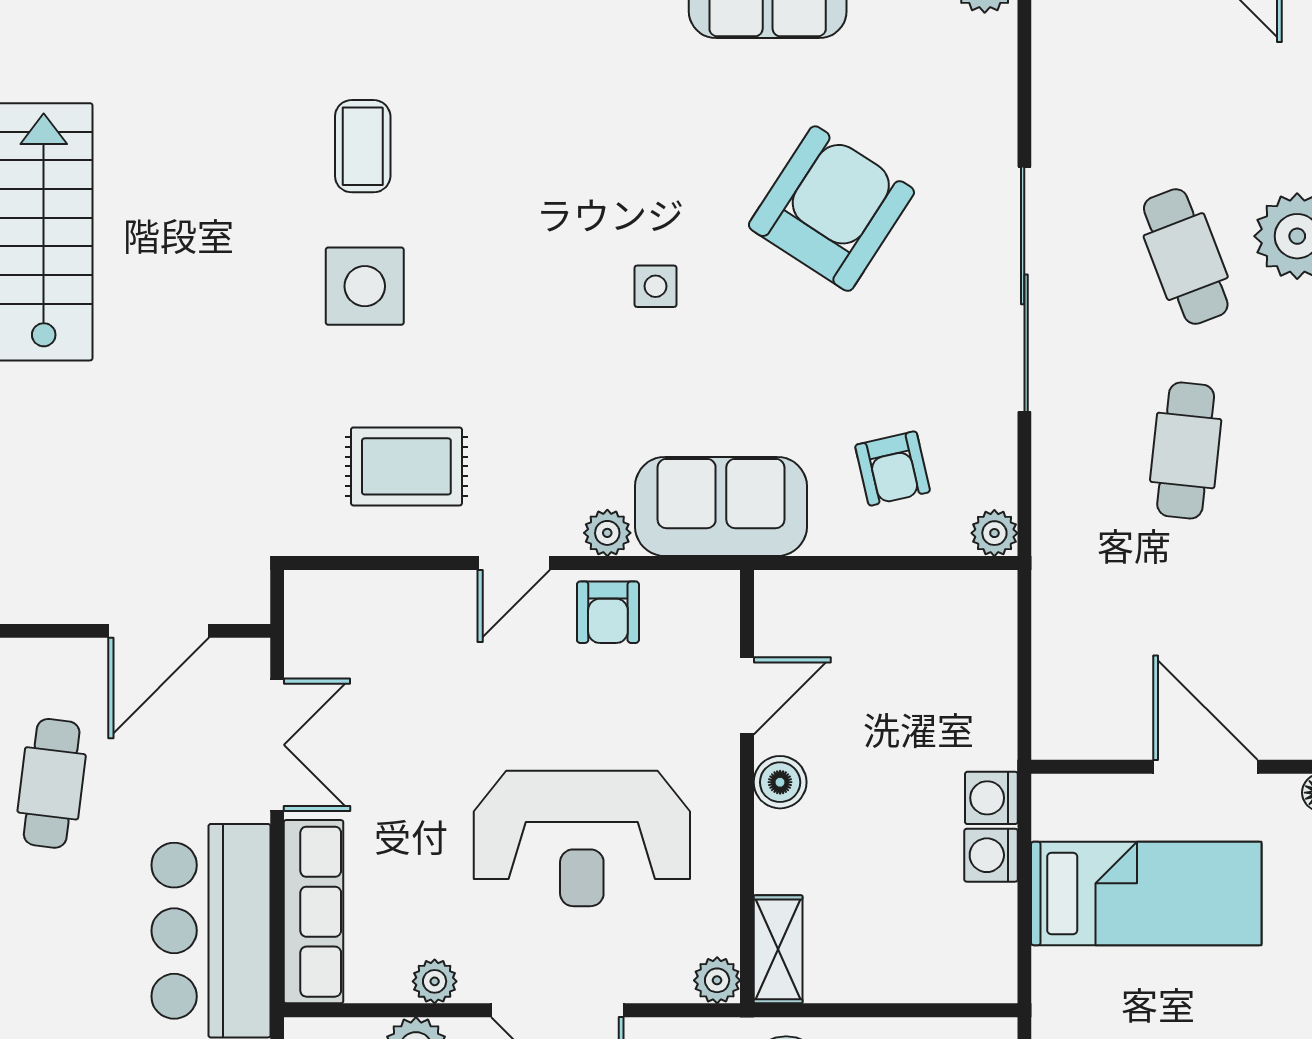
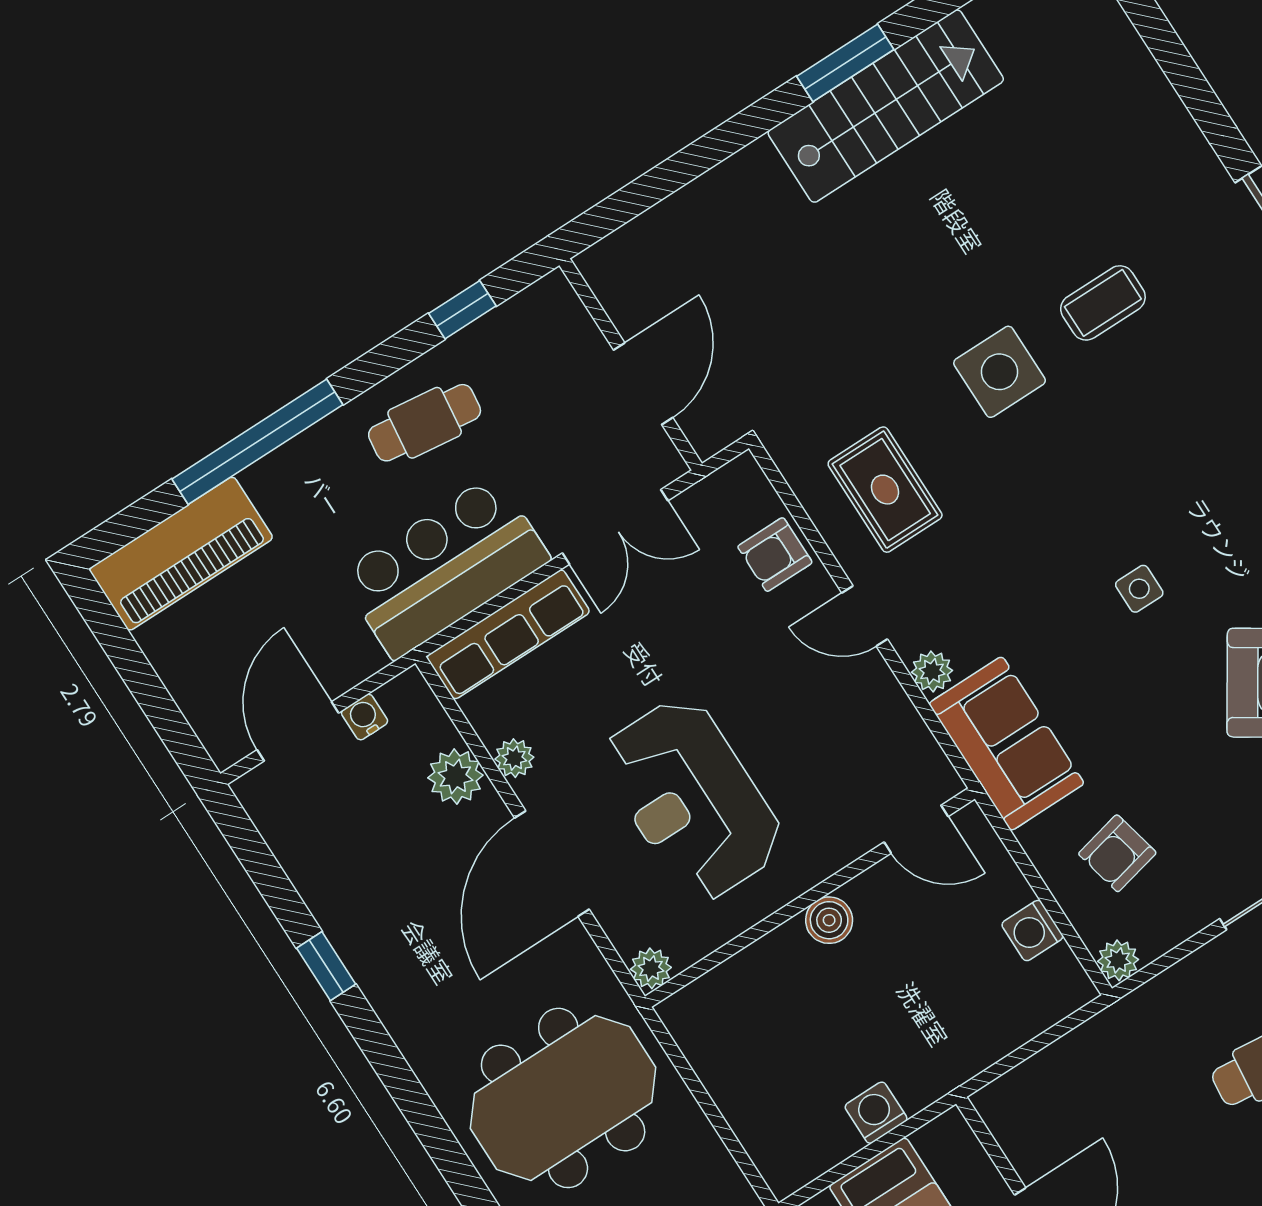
armchair: (608, 612) -> (775, 555), moved
door: (159, 631) -> (643, 384), swing flipped
door: (747, 696) -> (916, 829), moved
cafe table: (52, 783) -> (425, 423), moved
washing machine: (991, 798) -> (1032, 931), moved, turned -90
shelving: (778, 949) -> (703, 999), removed

